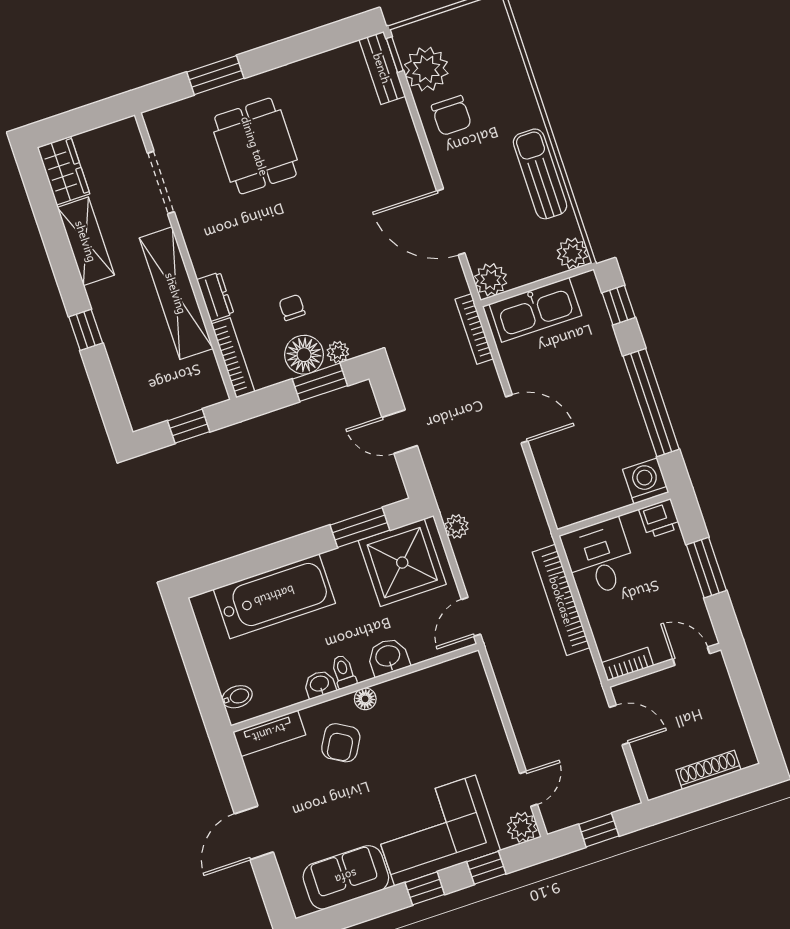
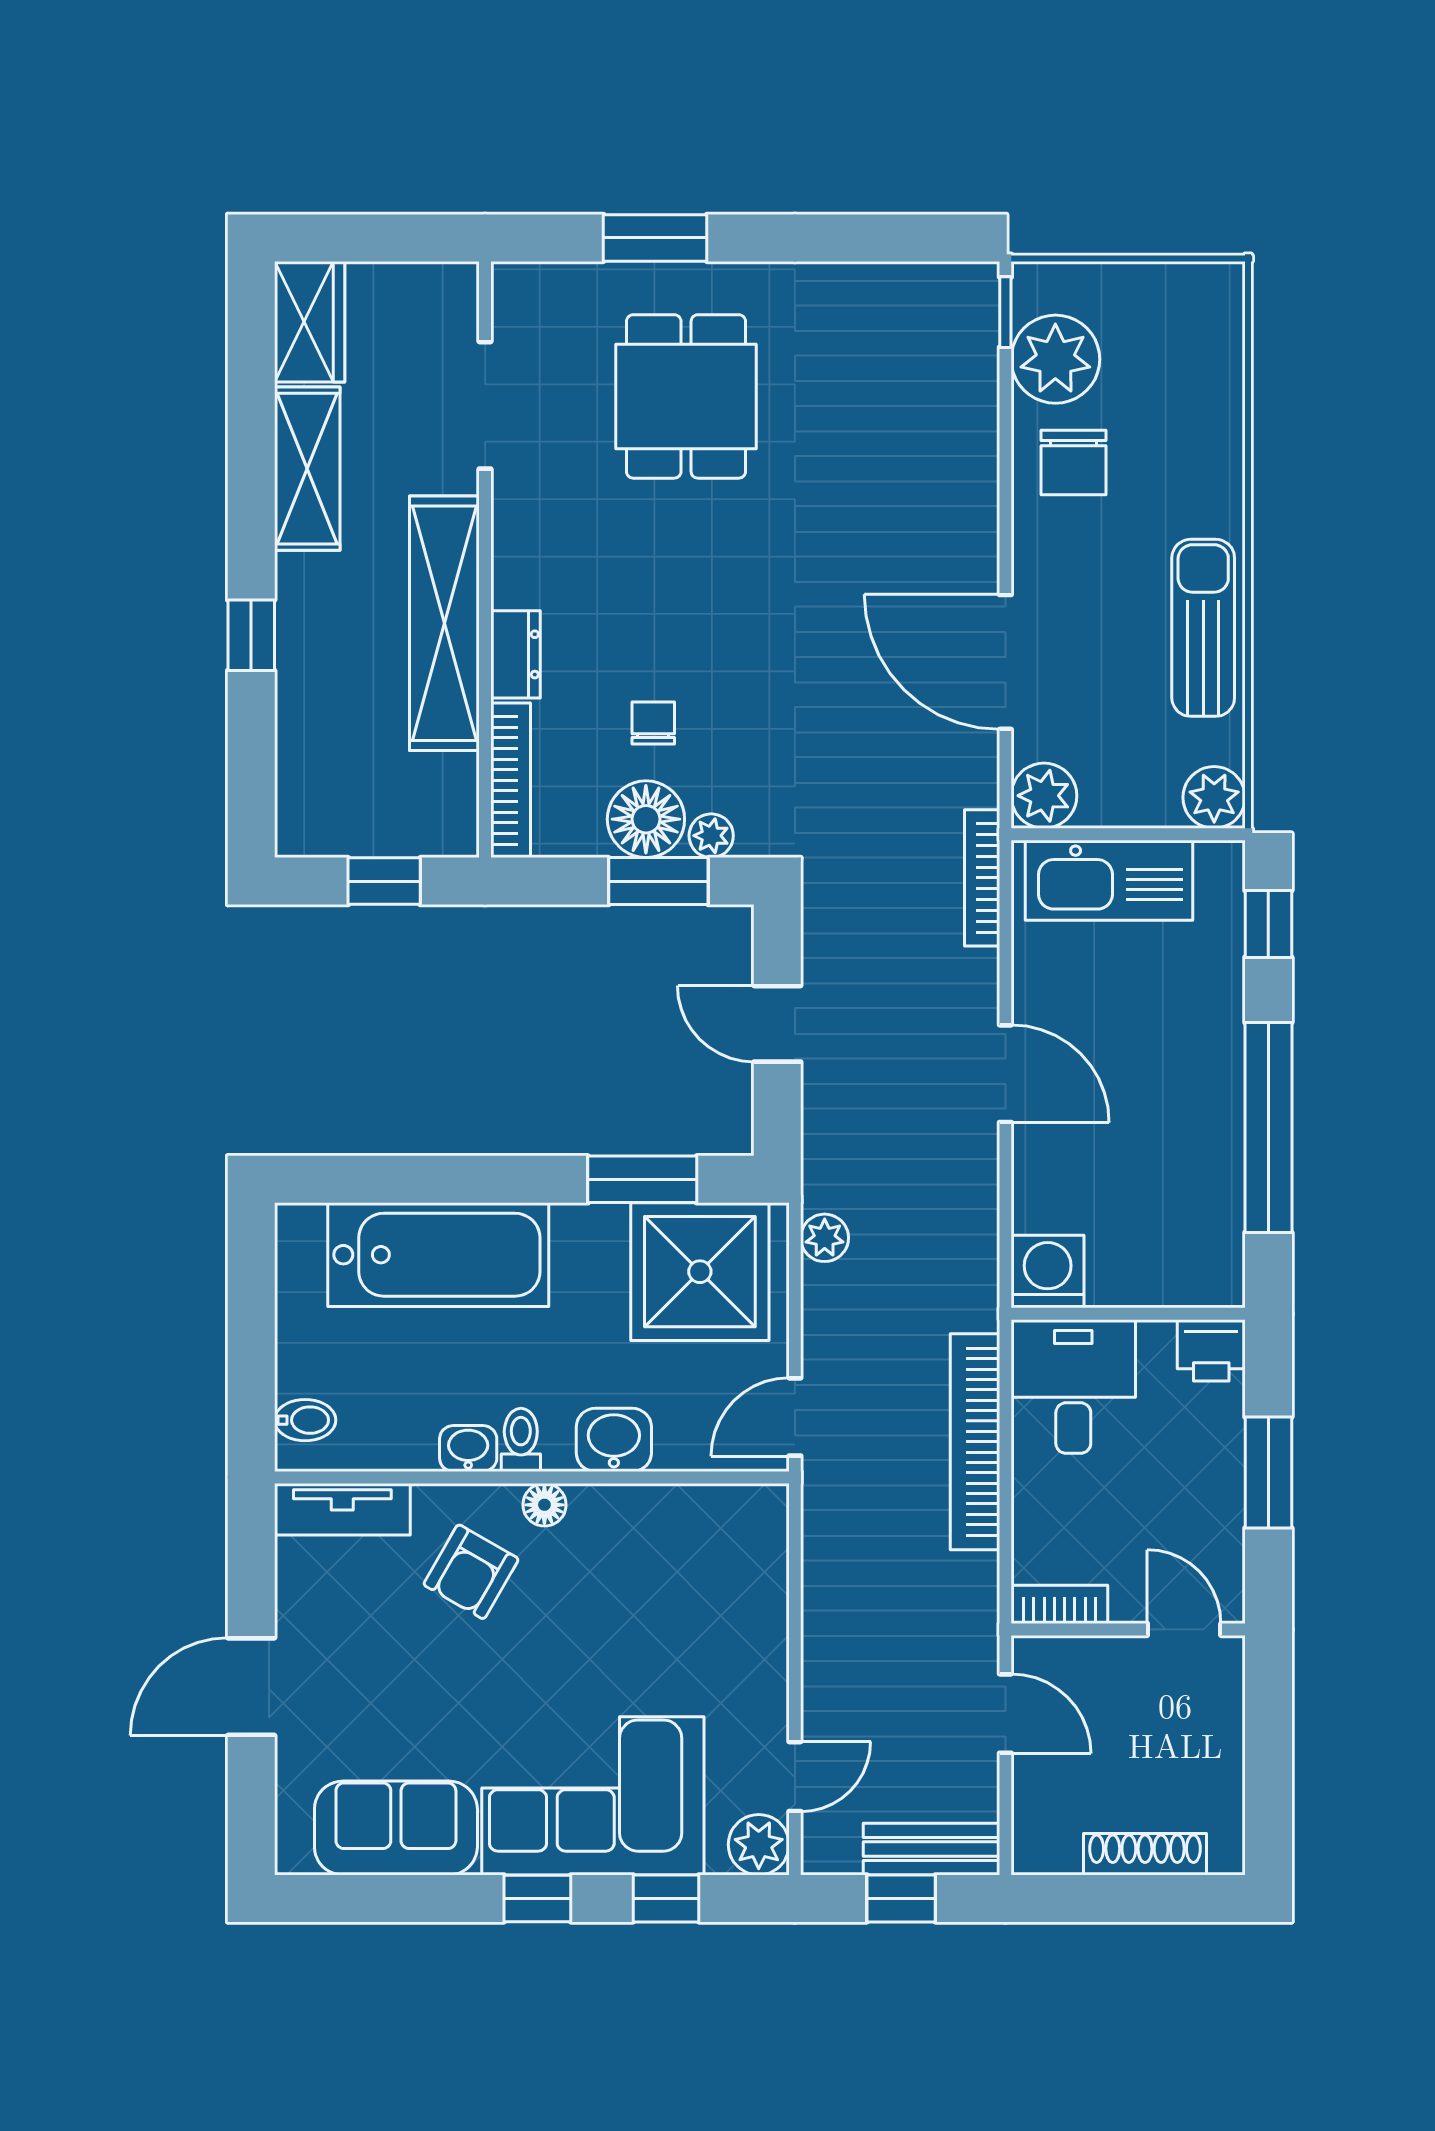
bench: (382, 68) -> (931, 1849), moved, turned 90
washing machine: (646, 481) -> (1048, 1272), moved

